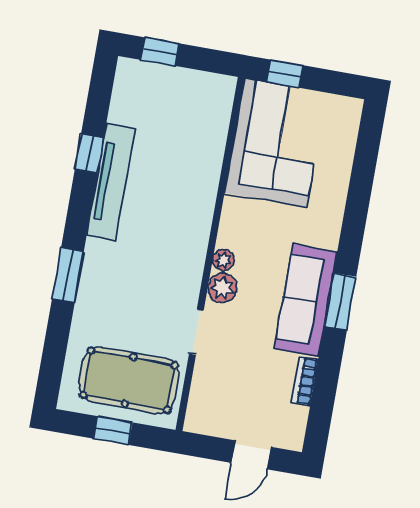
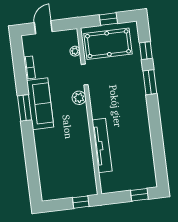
corner sofa: (275, 143) -> (75, 170), removed
window: (89, 154) -> (146, 51), moved
tv unit: (111, 182) -> (102, 146), moved, turned 180
plant: (223, 260) -> (75, 51), moved

